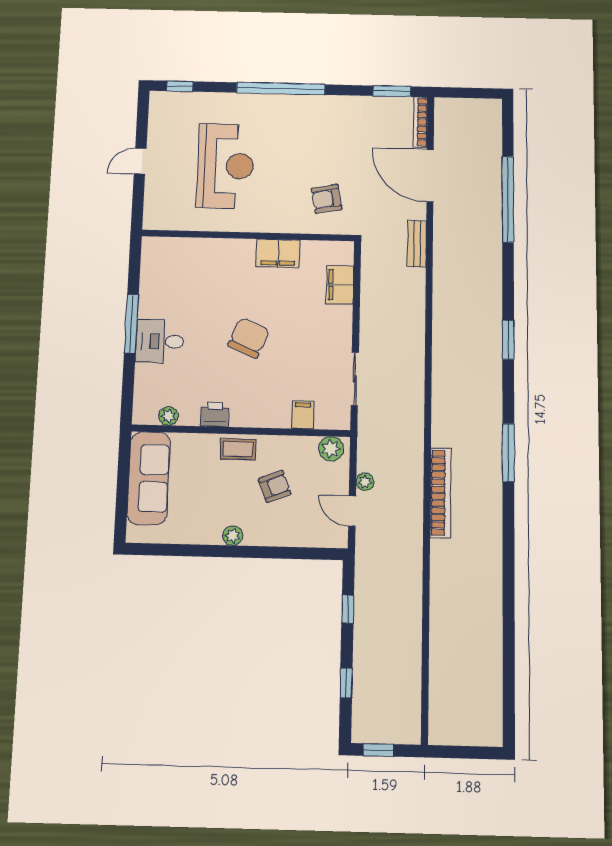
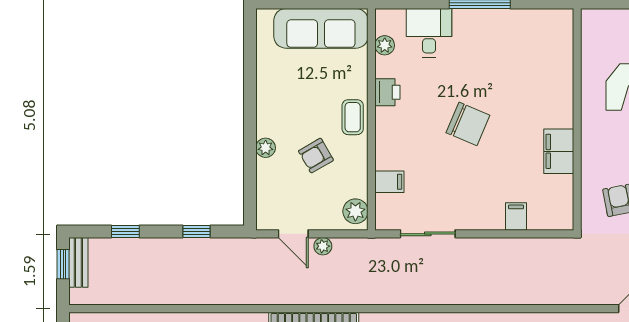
bench: (417, 244) -> (78, 262), moved, turned 90
filing cabinet: (340, 285) -> (516, 217), width x0.50
desk: (160, 341) -> (429, 33), moved
armchair: (275, 486) -> (316, 156), turned 81
door: (352, 511) -> (293, 234), swing flipped
plant: (233, 536) -> (266, 148), moved

